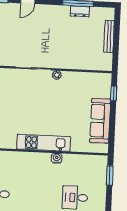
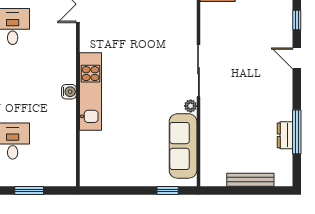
sofa: (100, 121) -> (183, 146), moved, turned -90
water cooler: (57, 158) -> (69, 92), moved
window: (110, 176) -> (29, 190), moved

